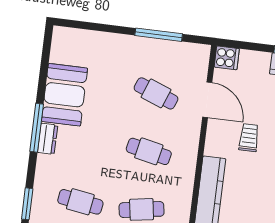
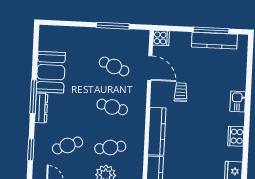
dresser: (48, 139) -> (41, 108), width x1.44
cafe table: (80, 202) -> (68, 145), turned -30

